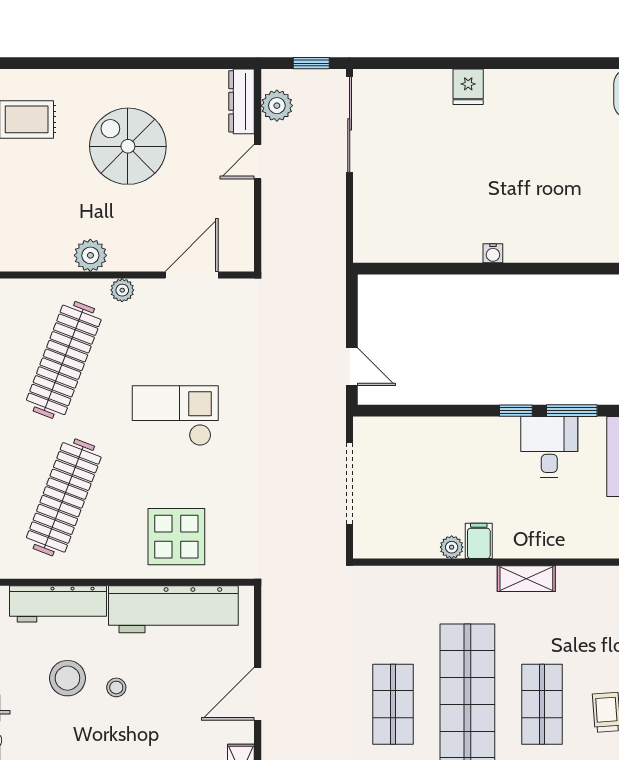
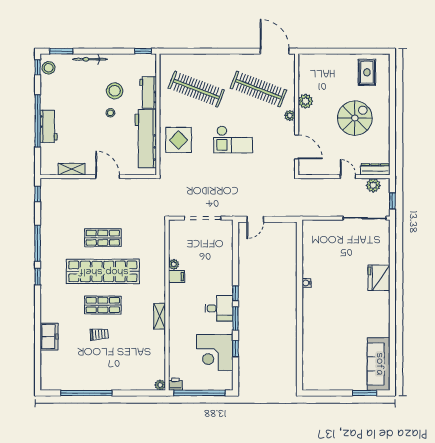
fridge: (468, 87) -> (379, 278), width x1.88, depth x1.34
checkout: (175, 416) -> (233, 139), turned 90
shelving: (526, 579) -> (160, 316), moved
workbench: (58, 604) -> (148, 92), width x0.73

